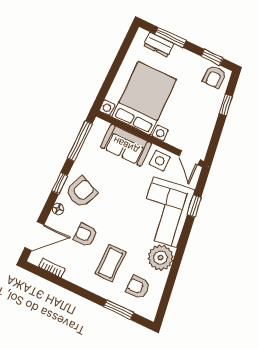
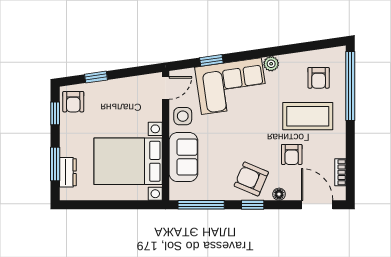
armchair: (215, 77) -> (73, 102), turned 90
plant: (160, 258) -> (271, 64), width x0.53, depth x0.53
coffee table: (111, 263) -> (308, 116), width x1.36, depth x1.32
window: (119, 310) -> (350, 86), width x2.11

